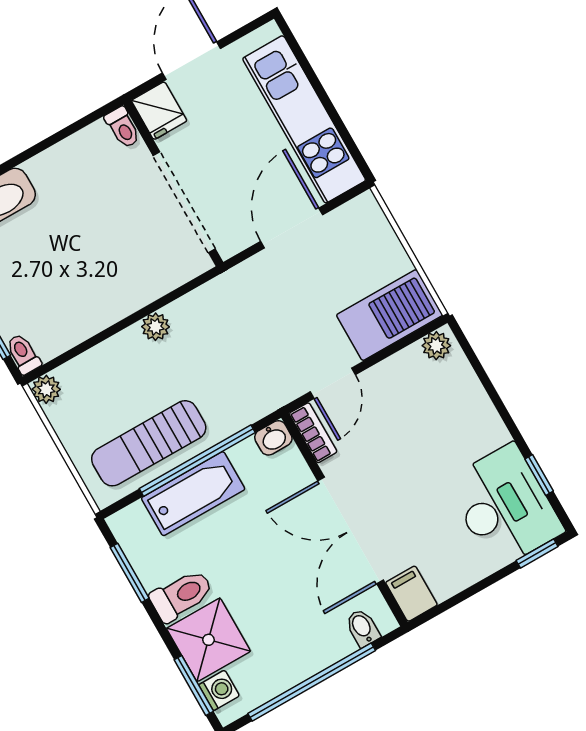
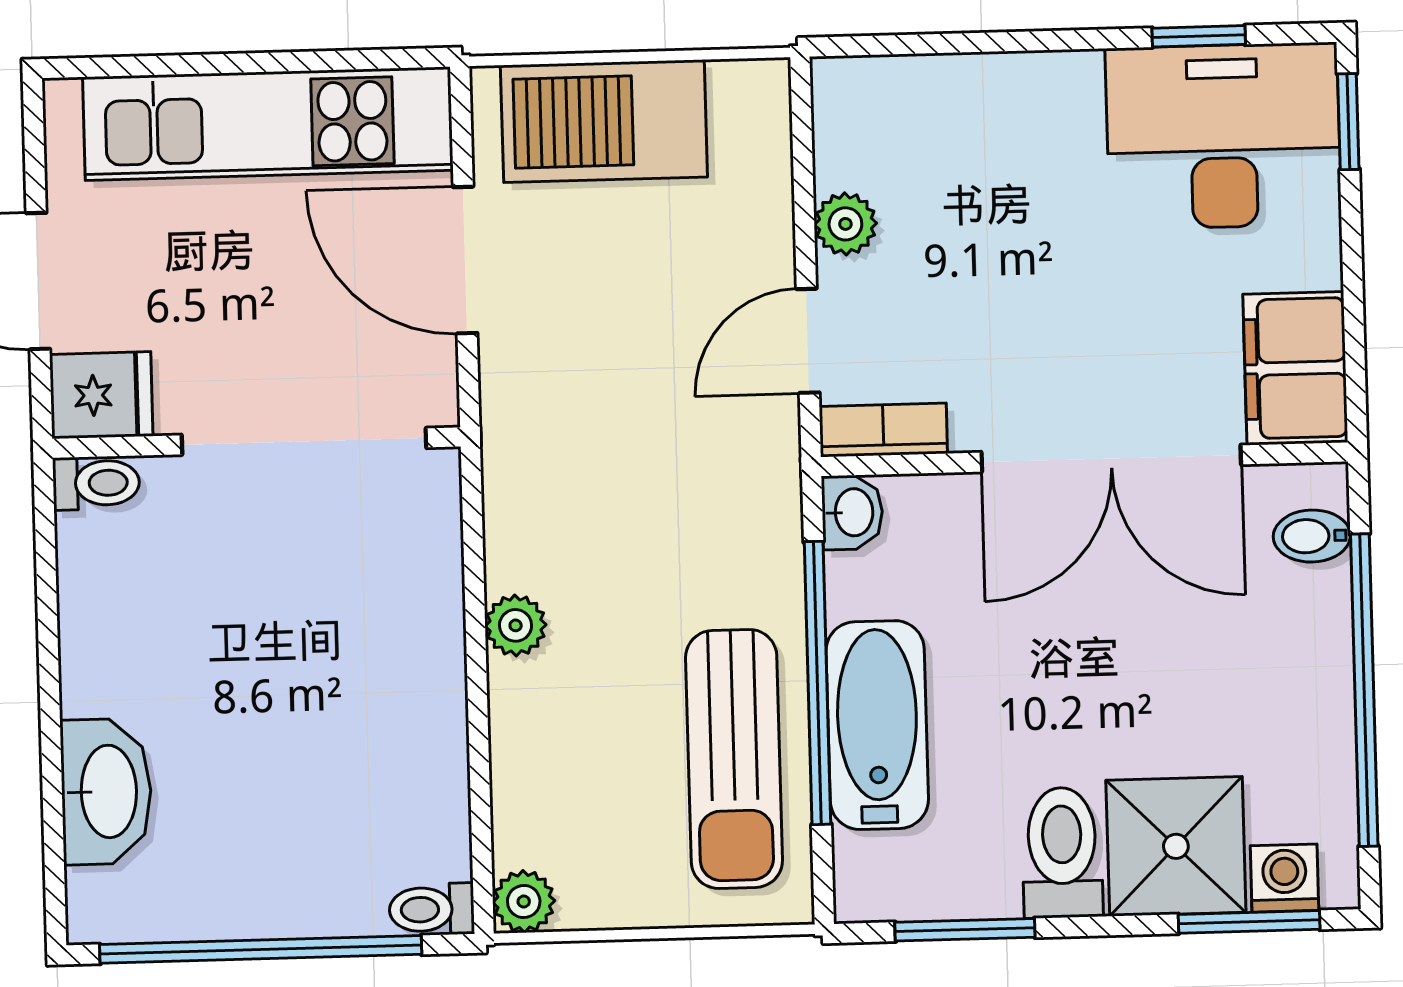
barbecue: (390, 315) -> (604, 121), moved, turned -90
plant: (436, 346) -> (845, 224), moved
door: (333, 383) -> (808, 341), swing flipped
filing cabinet: (411, 594) -> (1295, 368), width x2.00

